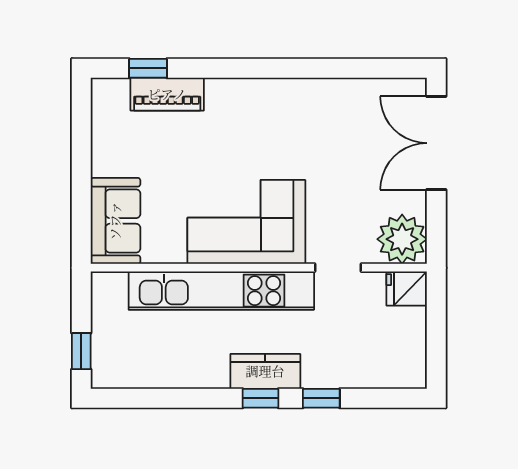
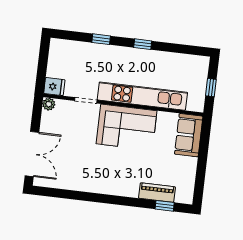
plant: (402, 239) -> (49, 104), width x0.53, depth x0.53
window: (81, 351) -> (211, 88), moved
kitchen counter: (265, 371) -> (126, 55), removed
window: (260, 398) -> (143, 44), moved

